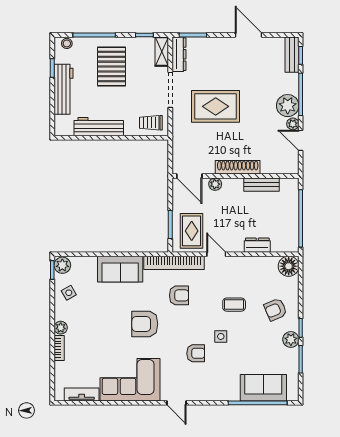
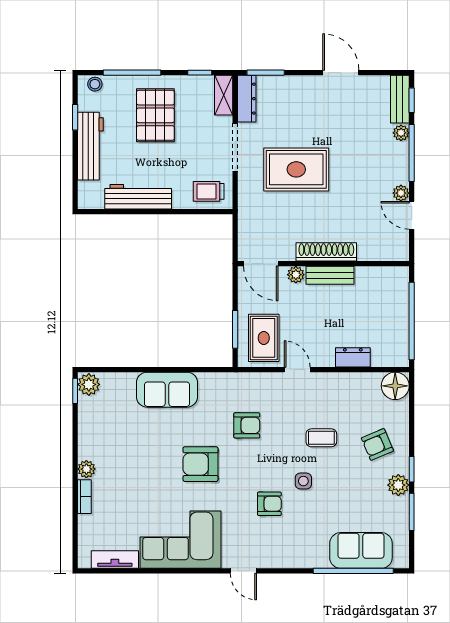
plant: (288, 106) -> (401, 133), moved, width x0.53, depth x0.53
bench: (262, 185) -> (330, 275), moved
bookcase: (174, 263) -> (240, 381), removed
side table: (69, 293) -> (98, 422), removed

